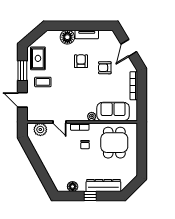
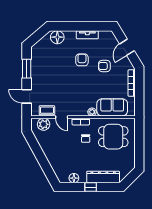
floor lamp: (67, 37) -> (57, 37), moved
rug: (38, 58) -> (41, 57), removed
coffee table: (43, 82) -> (47, 110), moved
dining table: (114, 143) -> (113, 137), turned 90

